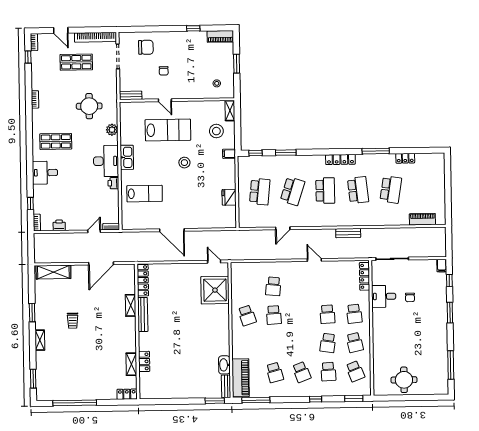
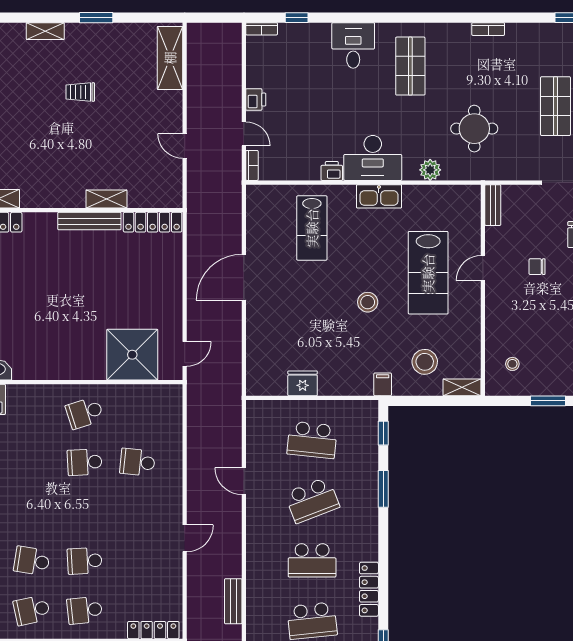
school desk: (293, 191) -> (312, 500), turned -39
printer: (59, 225) -> (256, 100), moved
door: (101, 263) -> (185, 146), width x0.53

